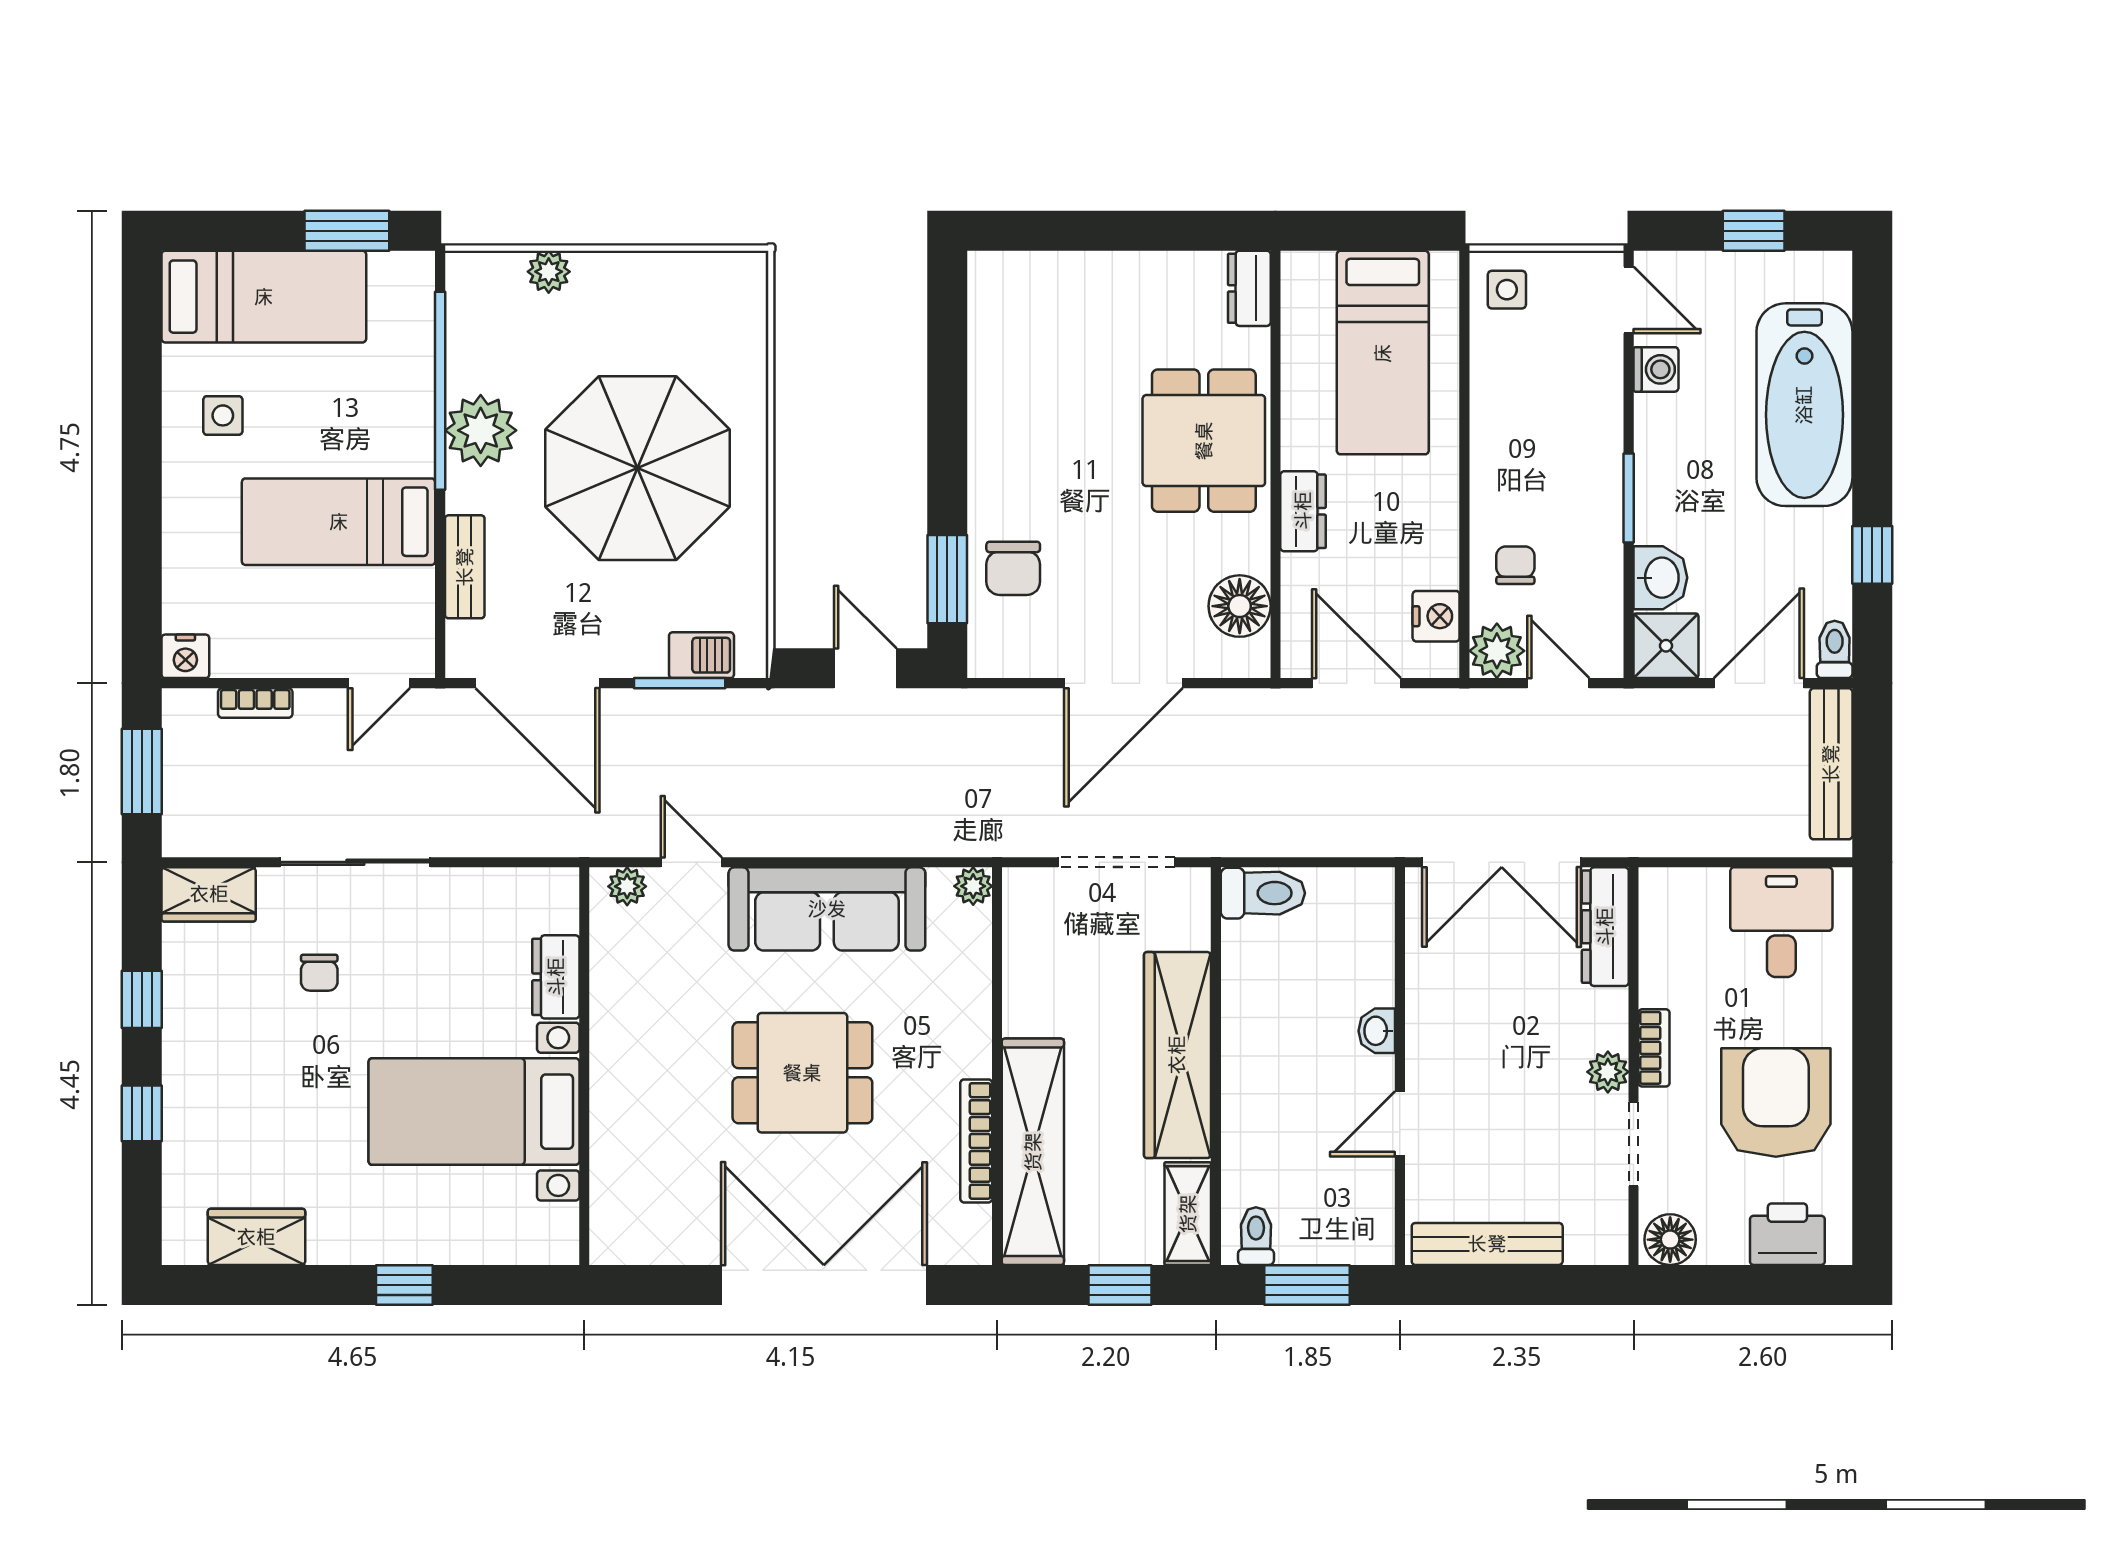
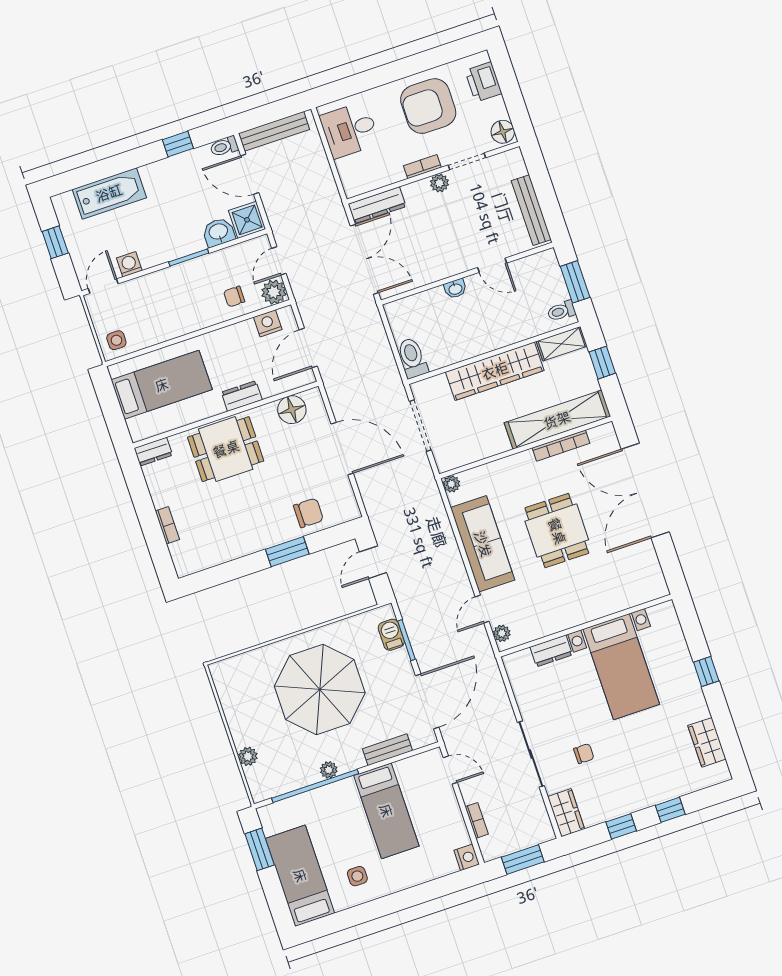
bookcase: (1086, 266) -> (167, 525), added
bathtub: (1804, 405) -> (109, 193), width x0.73, depth x0.73
plant: (481, 430) -> (329, 770), width x0.53, depth x0.53
window: (947, 579) -> (287, 552), moved

